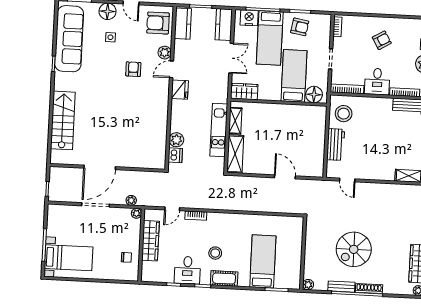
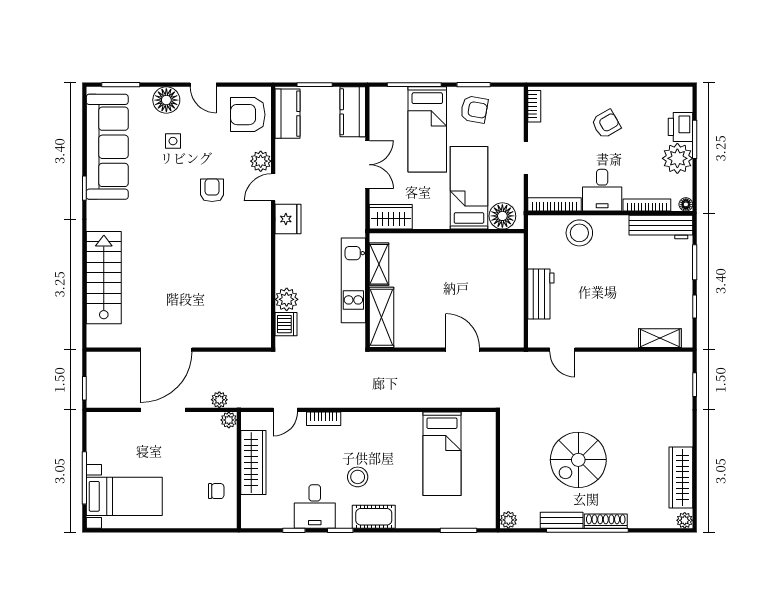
nightstand: (249, 18) -> (393, 99), removed
stool: (344, 114) -> (579, 233), moved
bed: (263, 261) -> (442, 454), moved, turned 180

